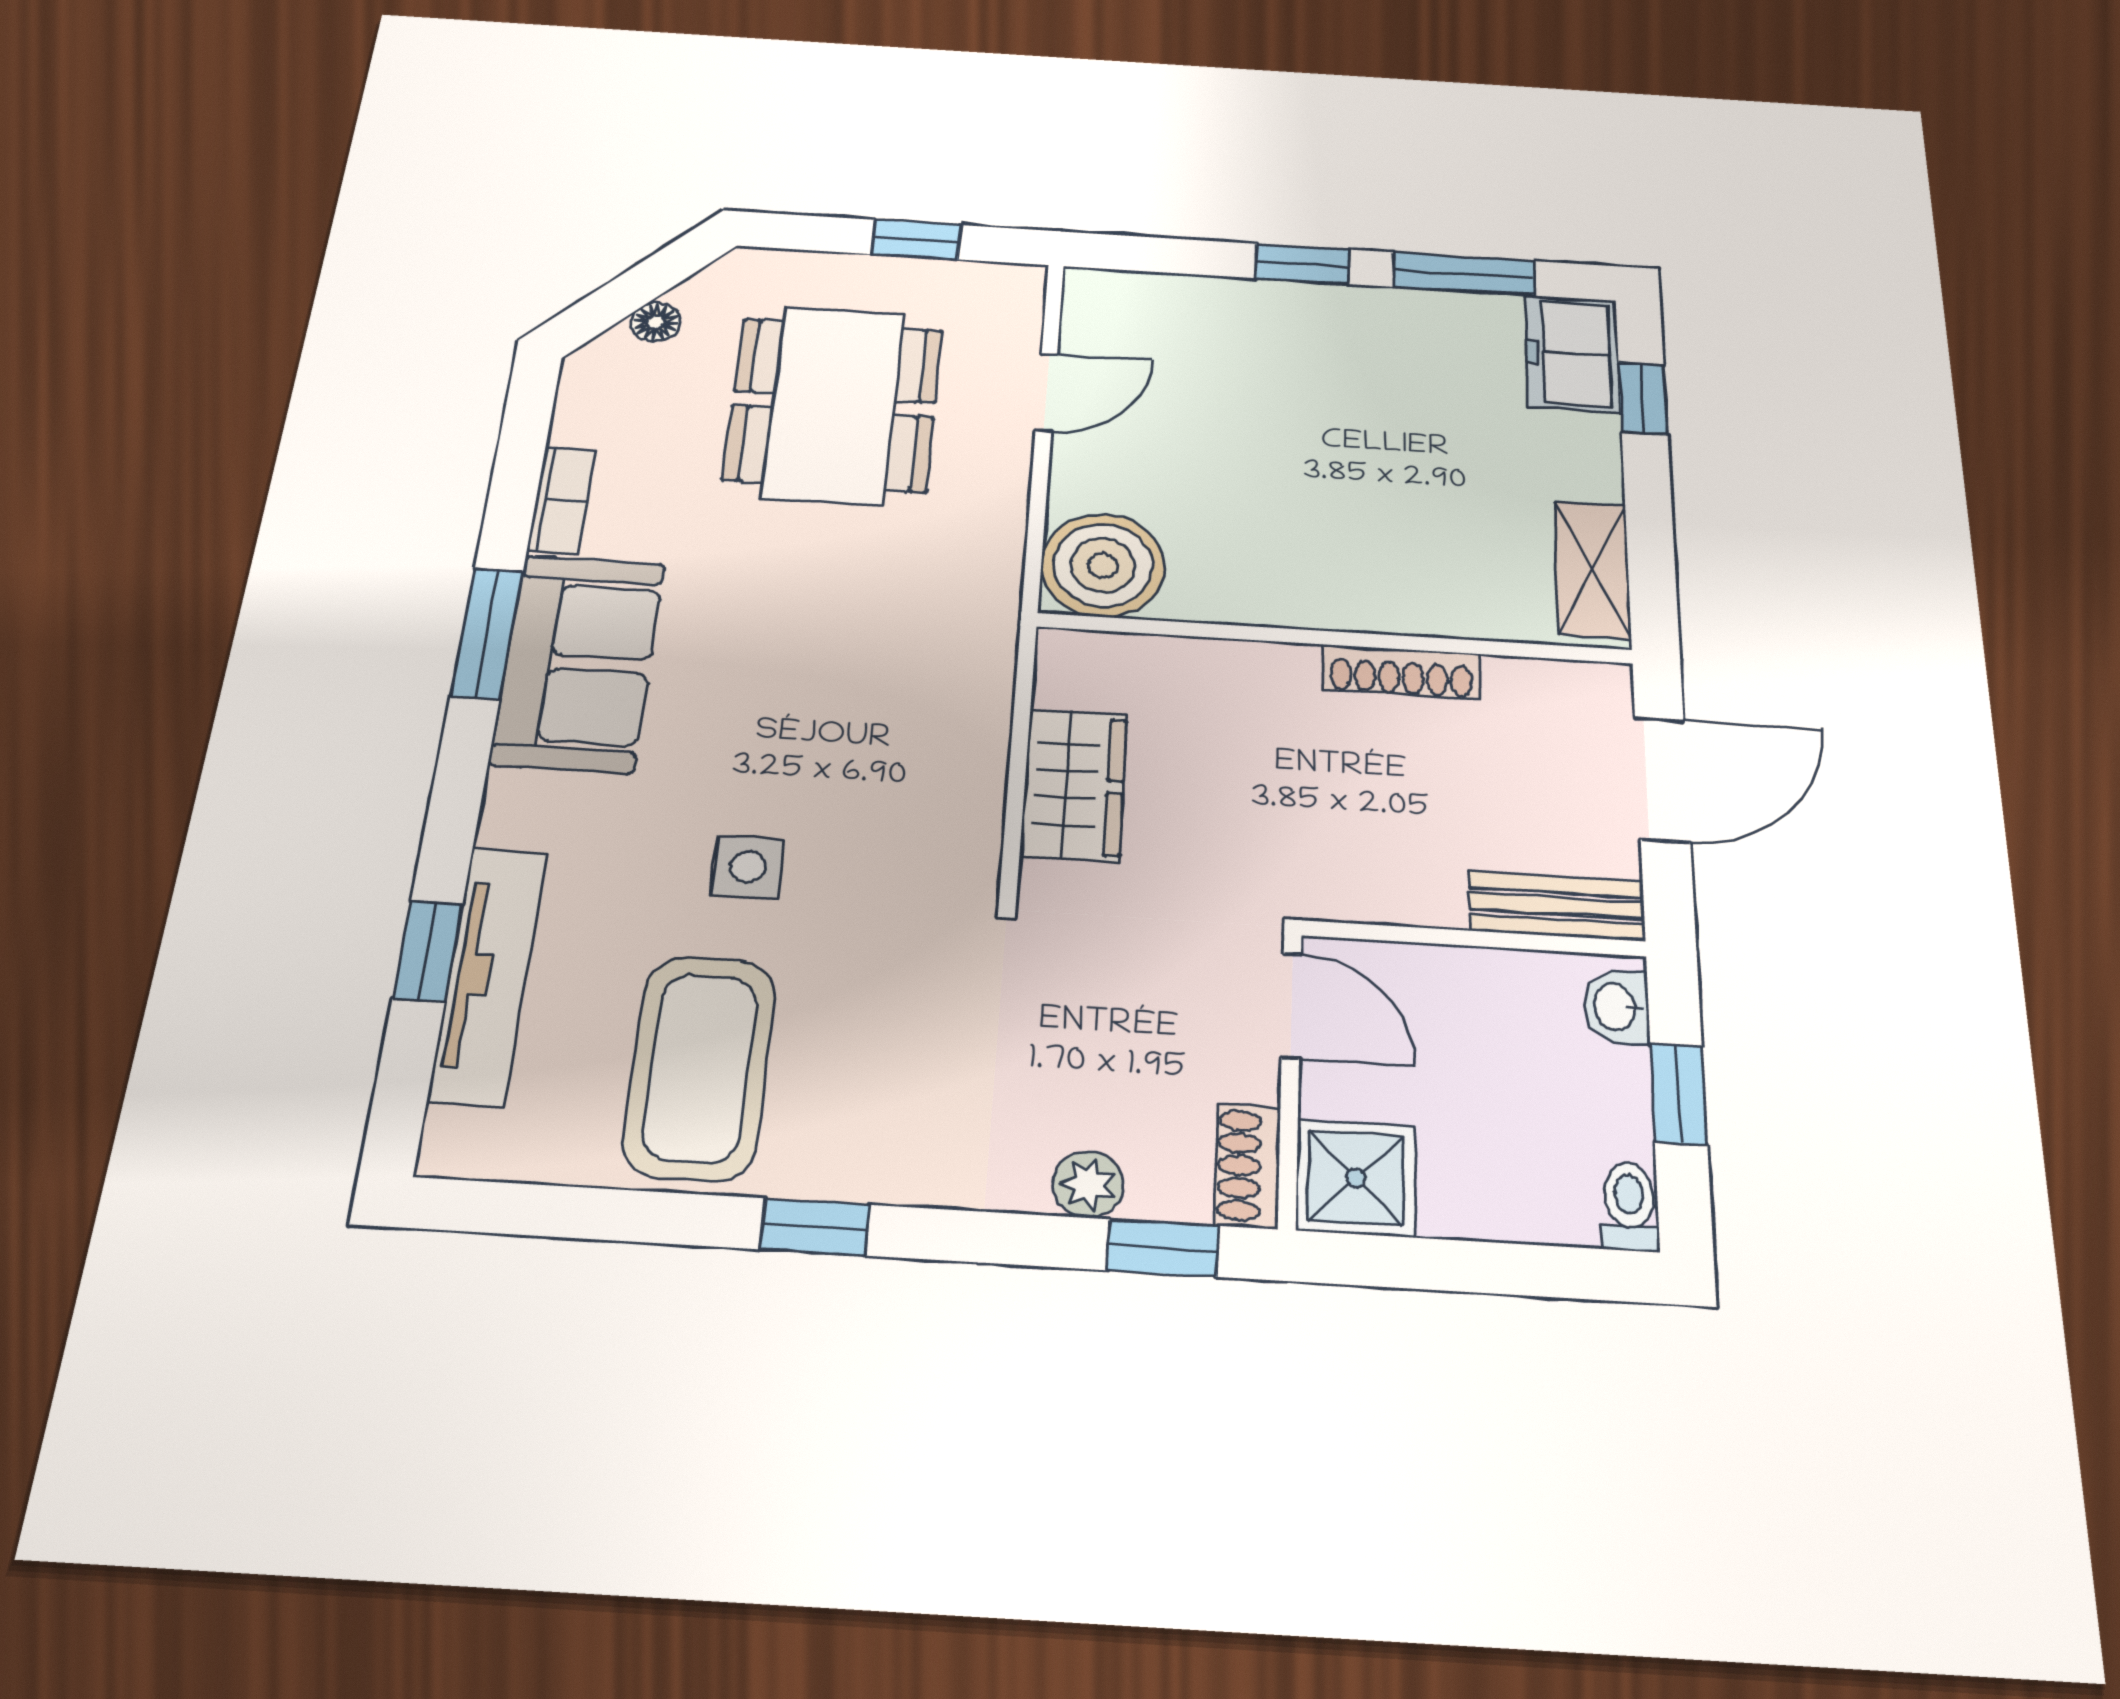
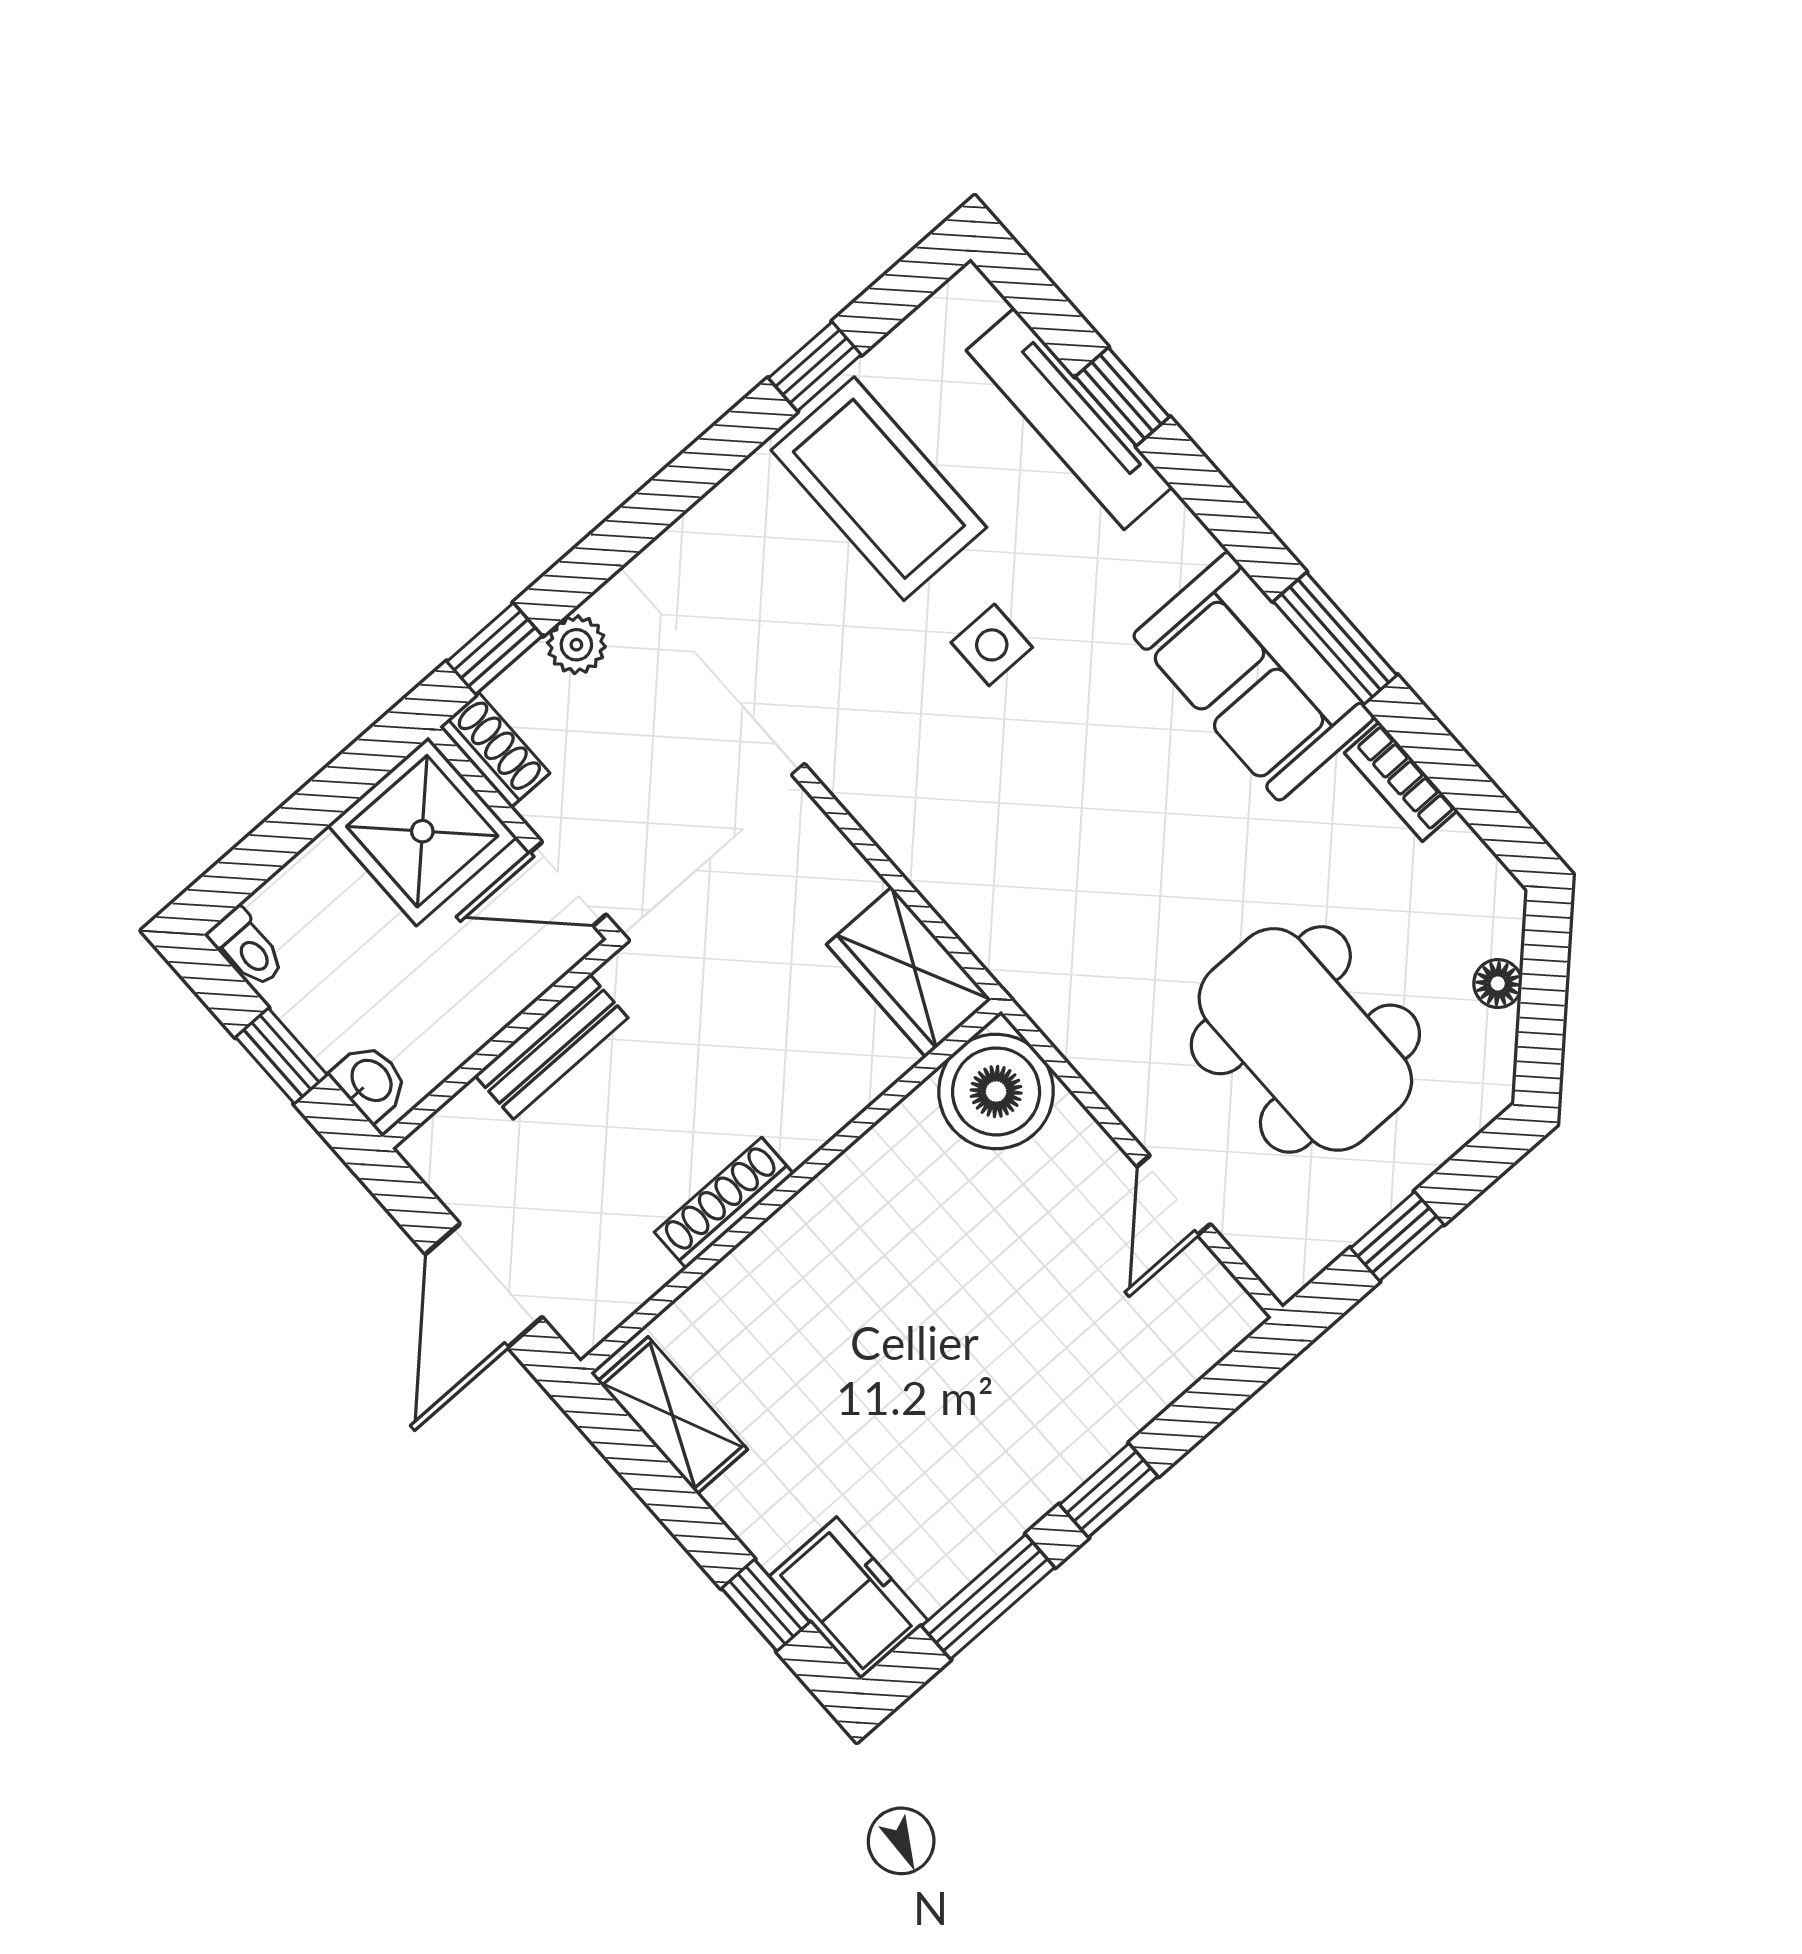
wardrobe: (1074, 785) -> (909, 972), moved
bench: (1557, 906) -> (551, 1047), moved
shower: (1356, 1178) -> (422, 831), width x1.36, depth x1.36
window: (815, 1227) -> (815, 366), moved

